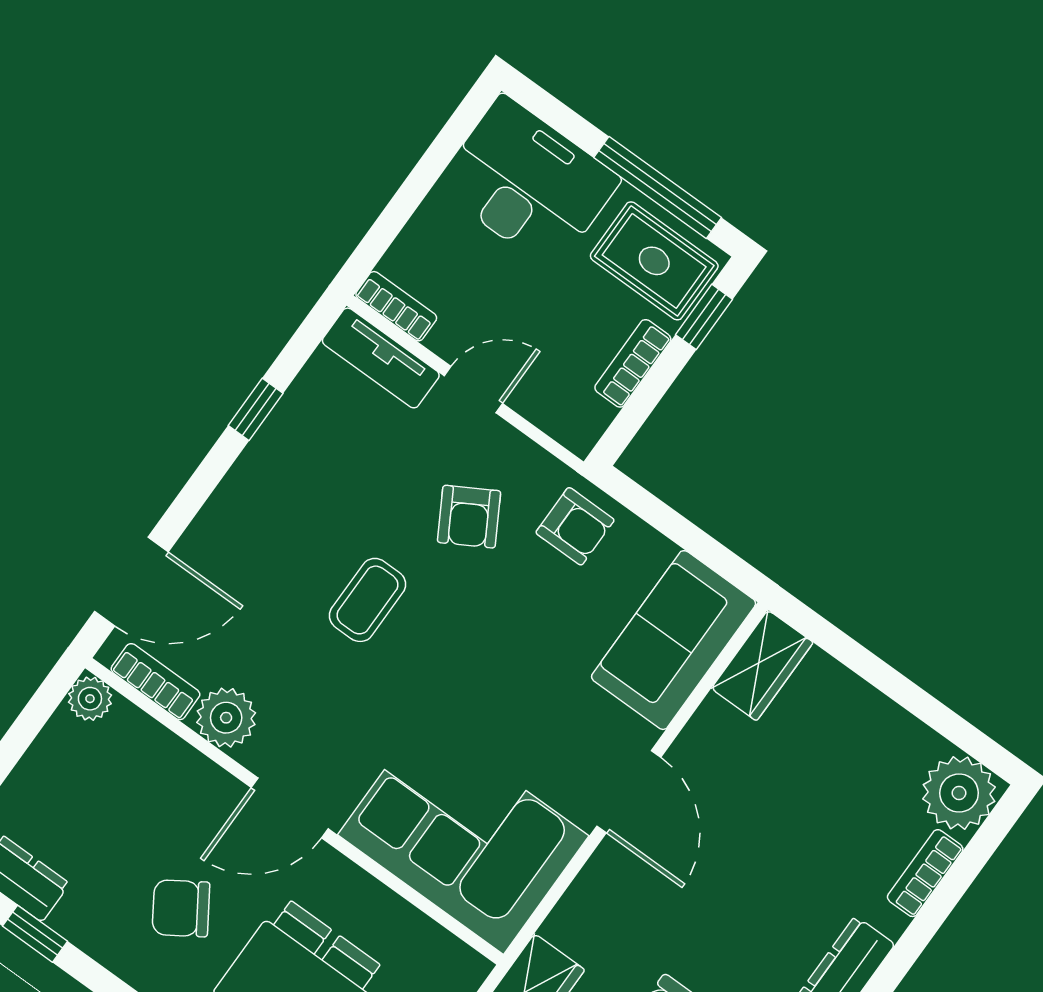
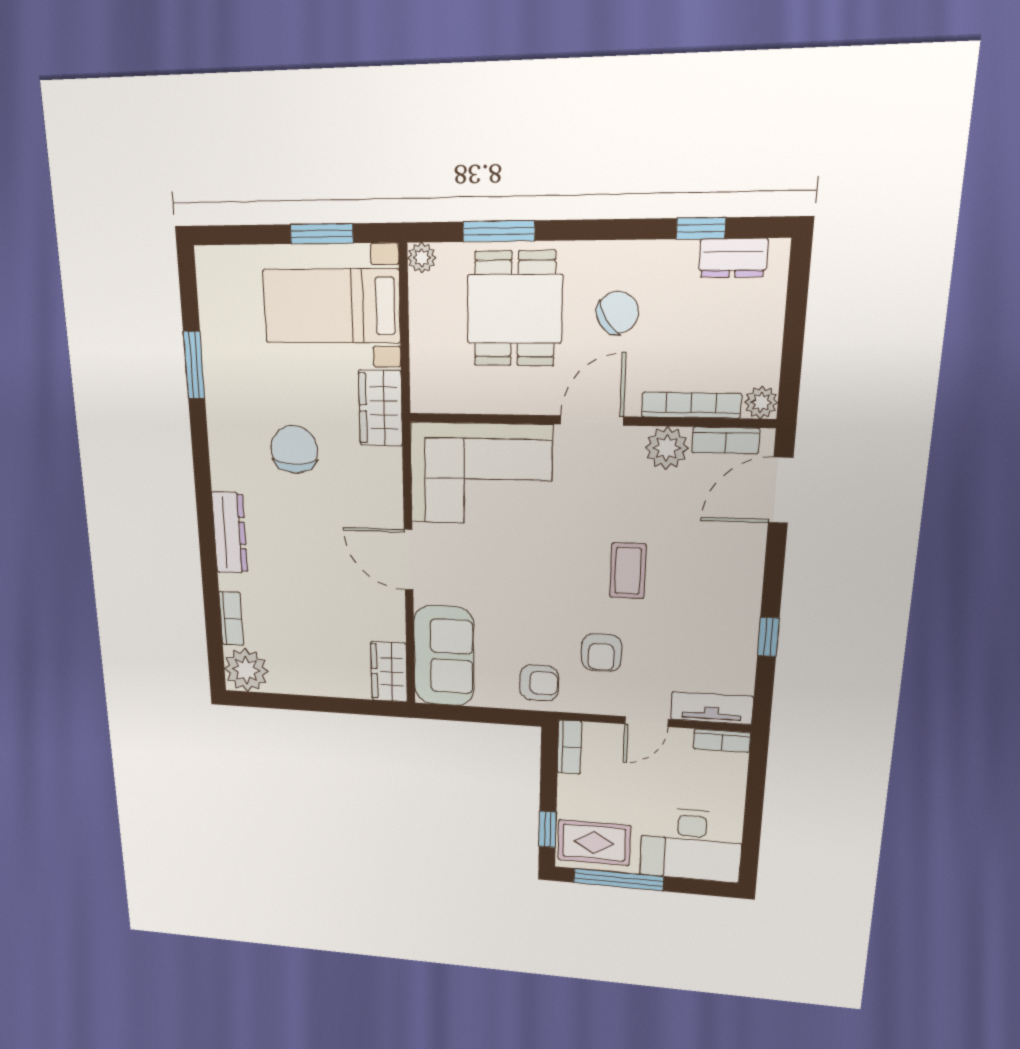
bookcase: (633, 363) -> (569, 747), moved
armchair: (469, 517) -> (601, 653), turned -150
armchair: (575, 526) -> (539, 683), turned 180
bookcase: (167, 748) -> (691, 405), added

